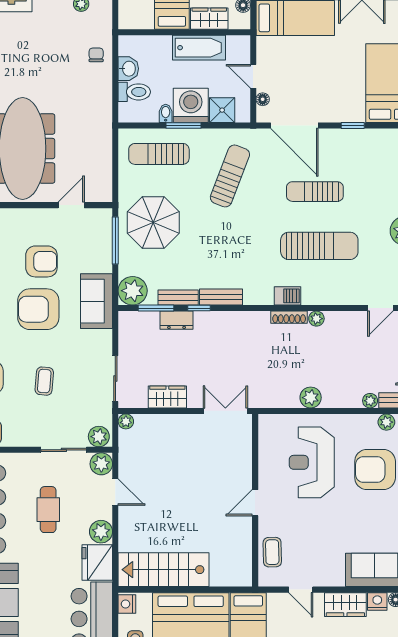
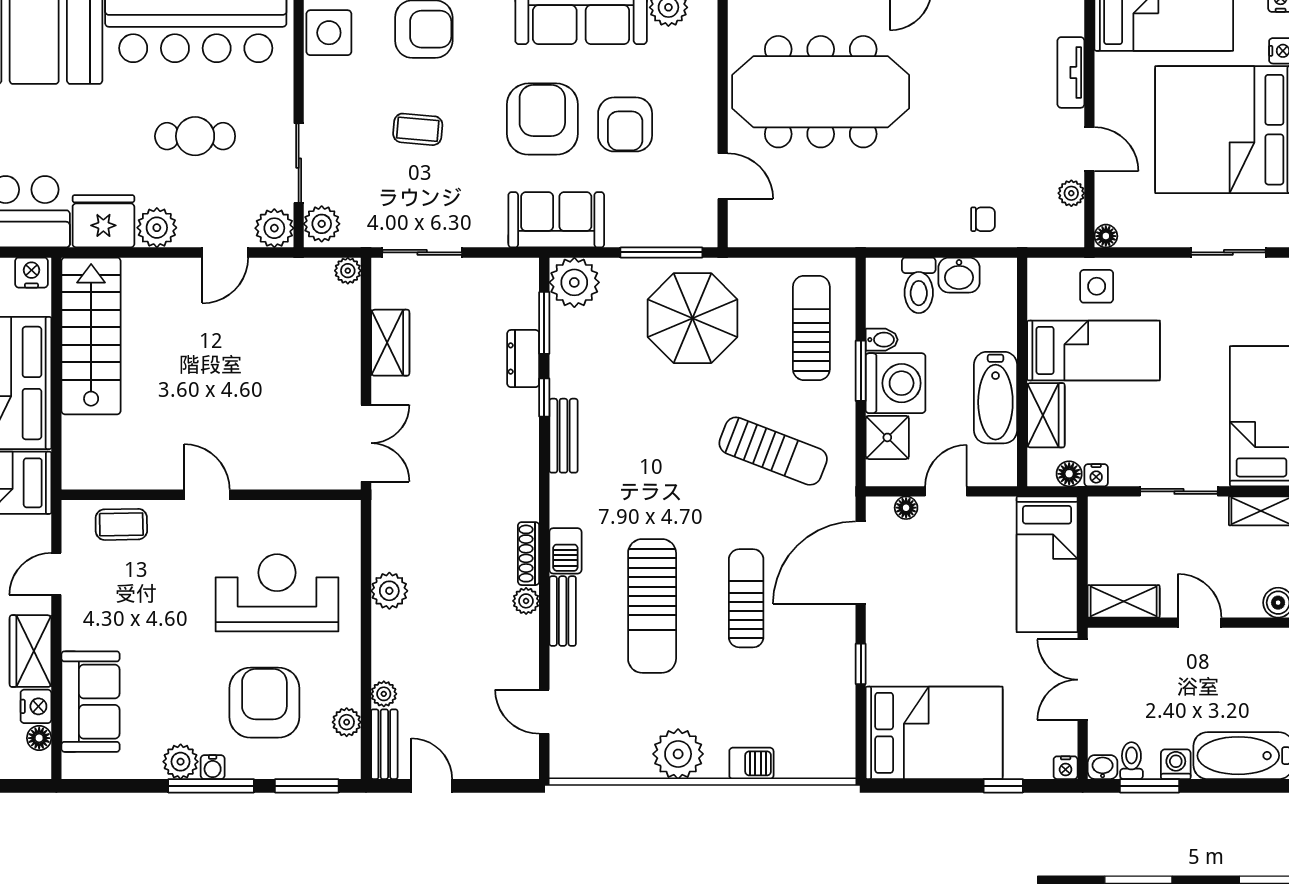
bench: (178, 297) -> (563, 611), moved

